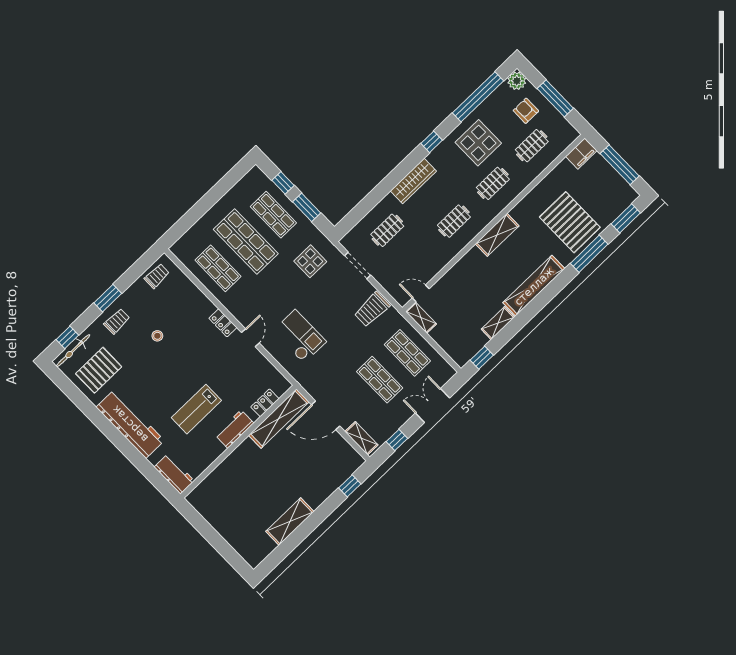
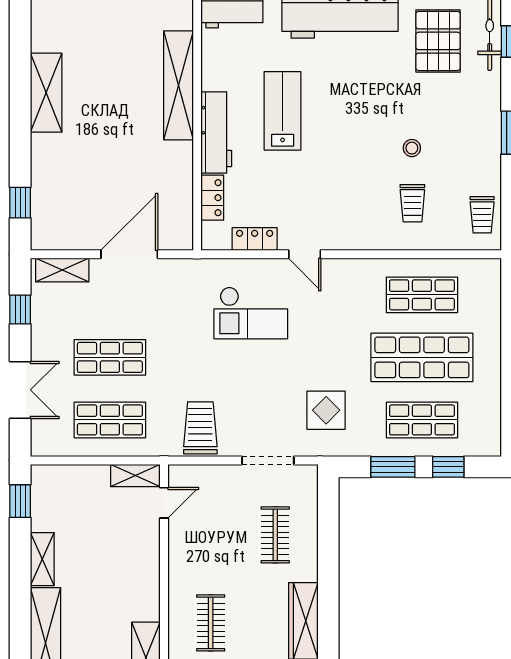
trolley: (117, 321) -> (412, 203), moved
locker: (223, 323) -> (255, 239), moved
shelving: (279, 419) -> (178, 85), moved
workbench: (234, 429) -> (216, 132), width x1.38

